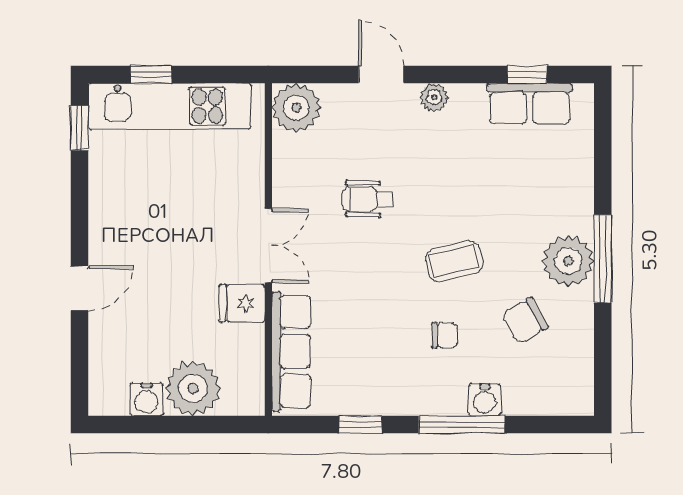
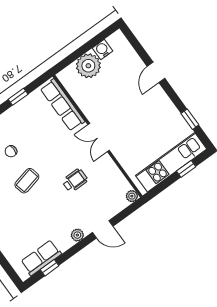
plant: (296, 108) -> (132, 196), width x0.53, depth x0.53
window: (79, 128) -> (190, 119), moved
fridge: (242, 303) -> (93, 110), removed

